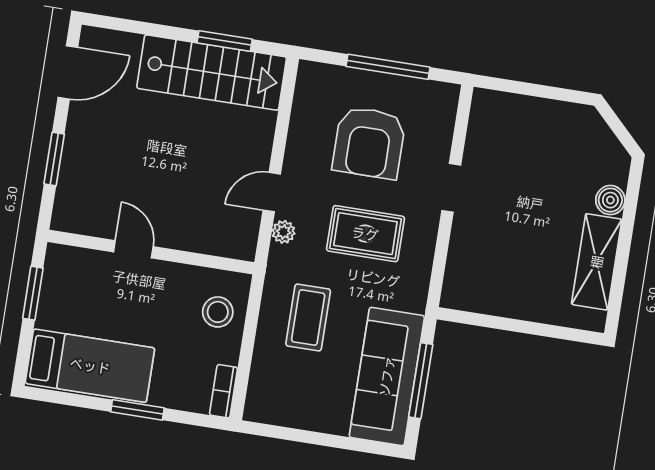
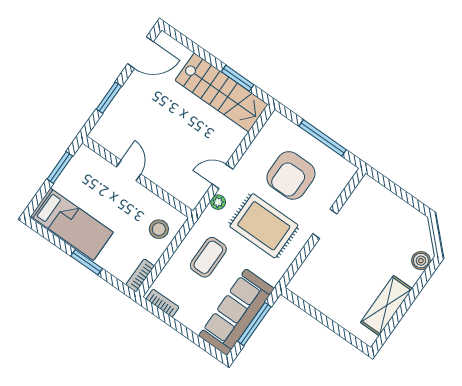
boiler: (610, 200) -> (421, 261), moved
rug: (365, 234) -> (264, 226), width x1.36, depth x1.43
bookcase: (275, 415) -> (163, 303), added

